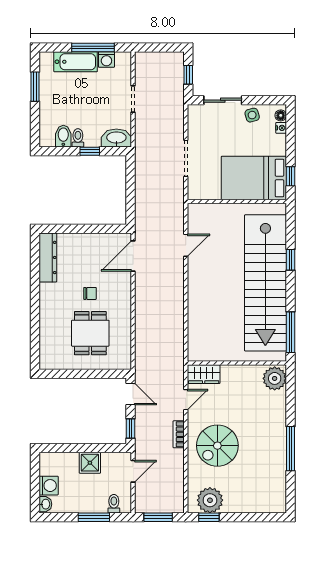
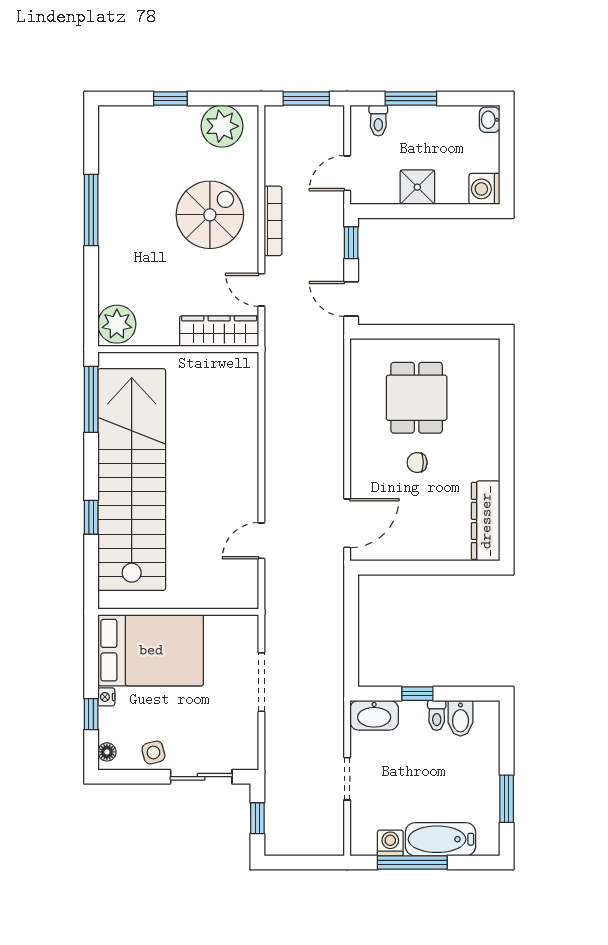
nightstand: (281, 128) -> (106, 697), moved
window: (290, 176) -> (91, 714), moved
wardrobe: (204, 374) -> (219, 331), width x1.50
door: (186, 400) -> (261, 290), hinge flipped
bookcase: (179, 434) -> (273, 221), width x1.56
washing machine: (49, 486) -> (484, 189), moved
window: (209, 517) -> (170, 99), moved

